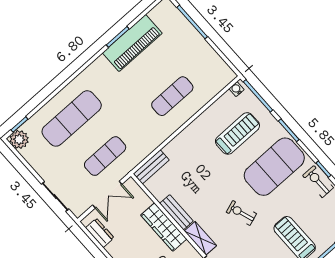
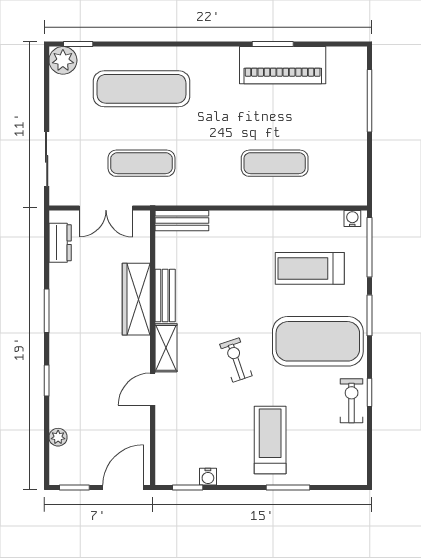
treadmill: (237, 133) -> (310, 268), turned 180

